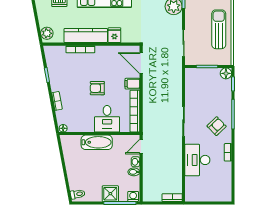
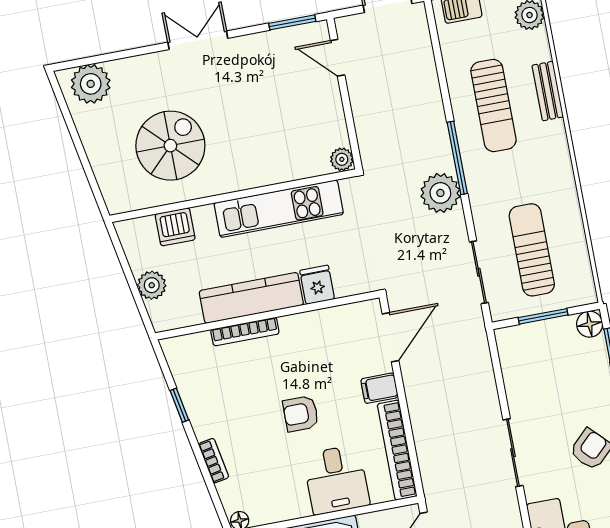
sun lounger: (219, 29) -> (532, 250), moved
plant: (47, 33) -> (152, 285), moved
door: (141, 63) -> (390, 337), swing flipped

